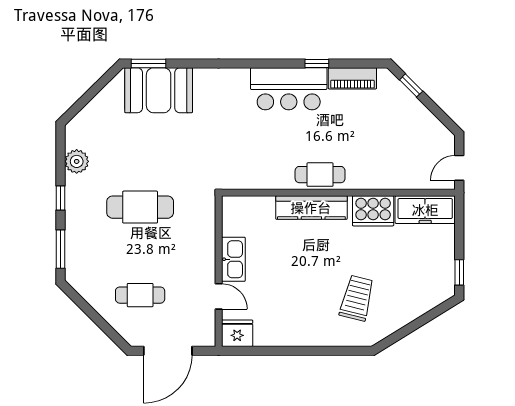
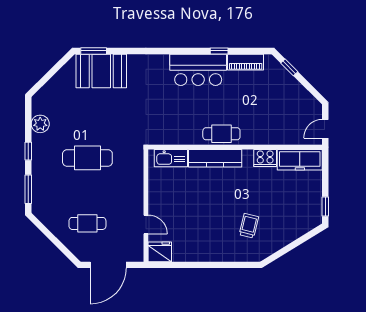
cooker: (373, 211) -> (265, 158), width x0.73, depth x0.76
kitchen sink: (233, 259) -> (171, 158), moved, turned 90
trolley: (357, 298) -> (249, 226), width x0.73, depth x0.72

